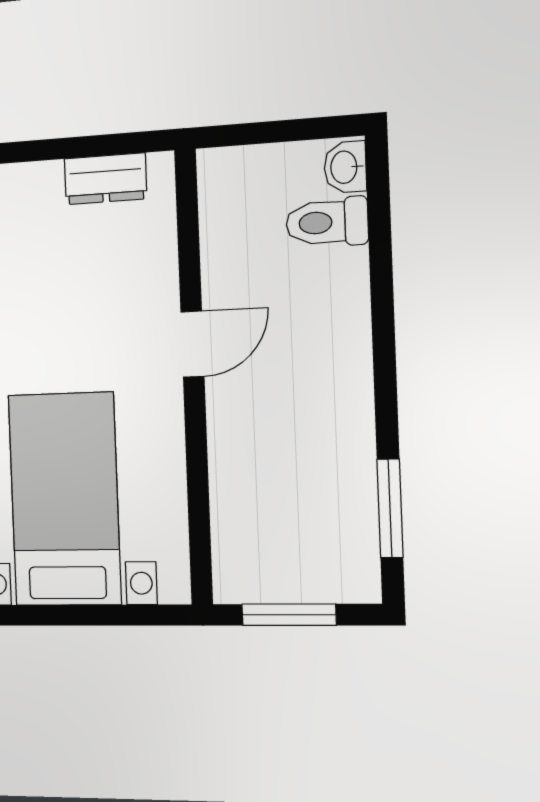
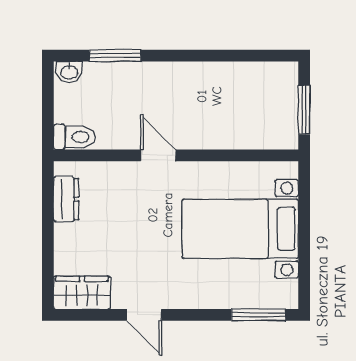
toilet: (327, 222) -> (75, 137), moved, turned -90
window: (390, 508) -> (115, 56), moved

